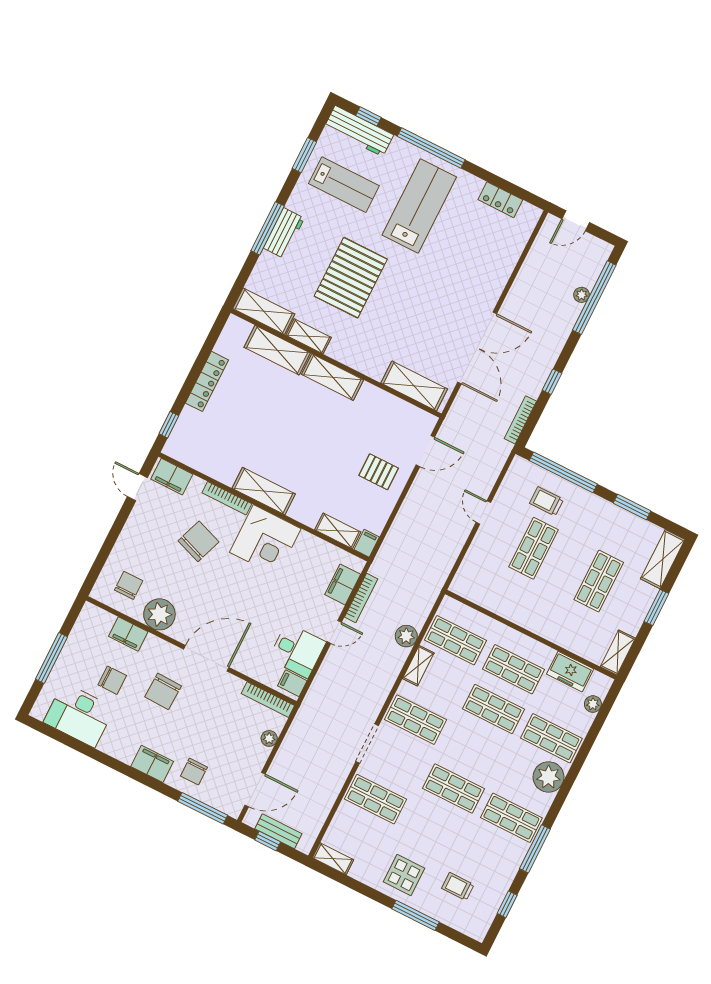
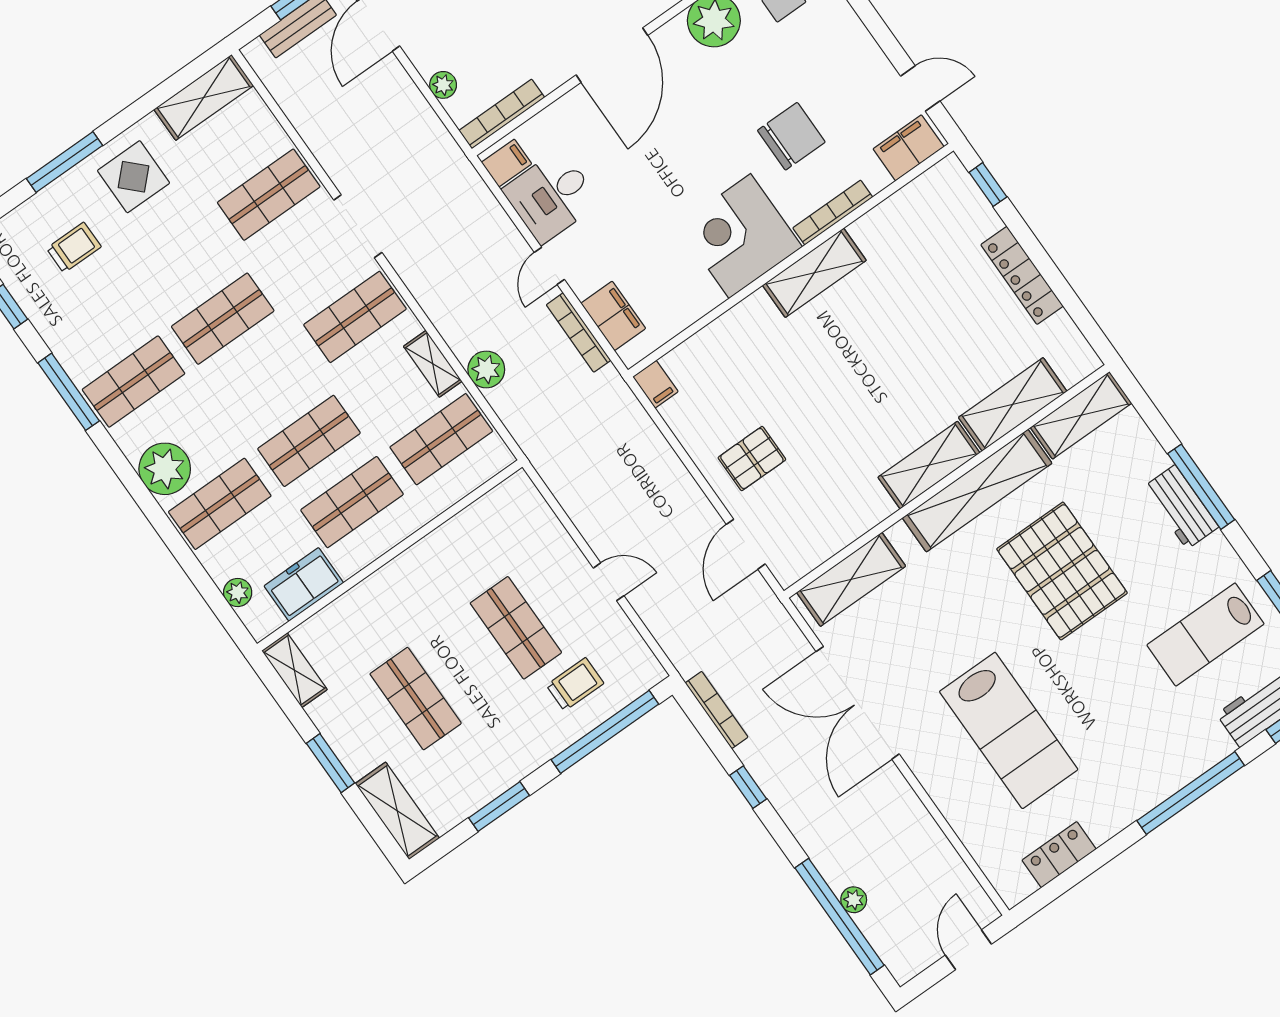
lab bench: (419, 206) -> (1009, 730), moved
shelving: (309, 336) -> (977, 491), width x2.20, depth x1.33
shelving: (338, 531) -> (697, 351), removed
chair: (199, 541) -> (791, 136), turned -110
shelving: (333, 859) -> (204, 97), width x1.50, depth x1.33

